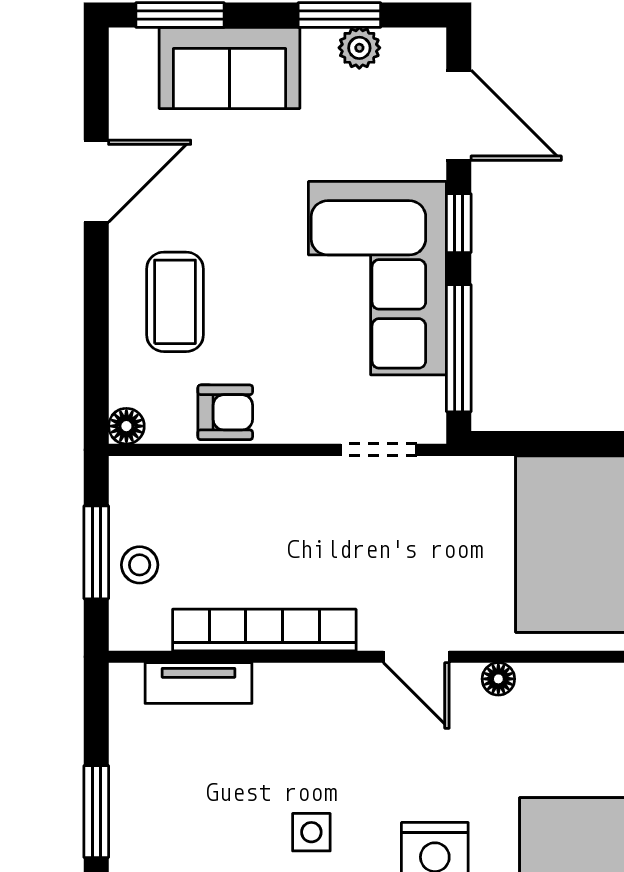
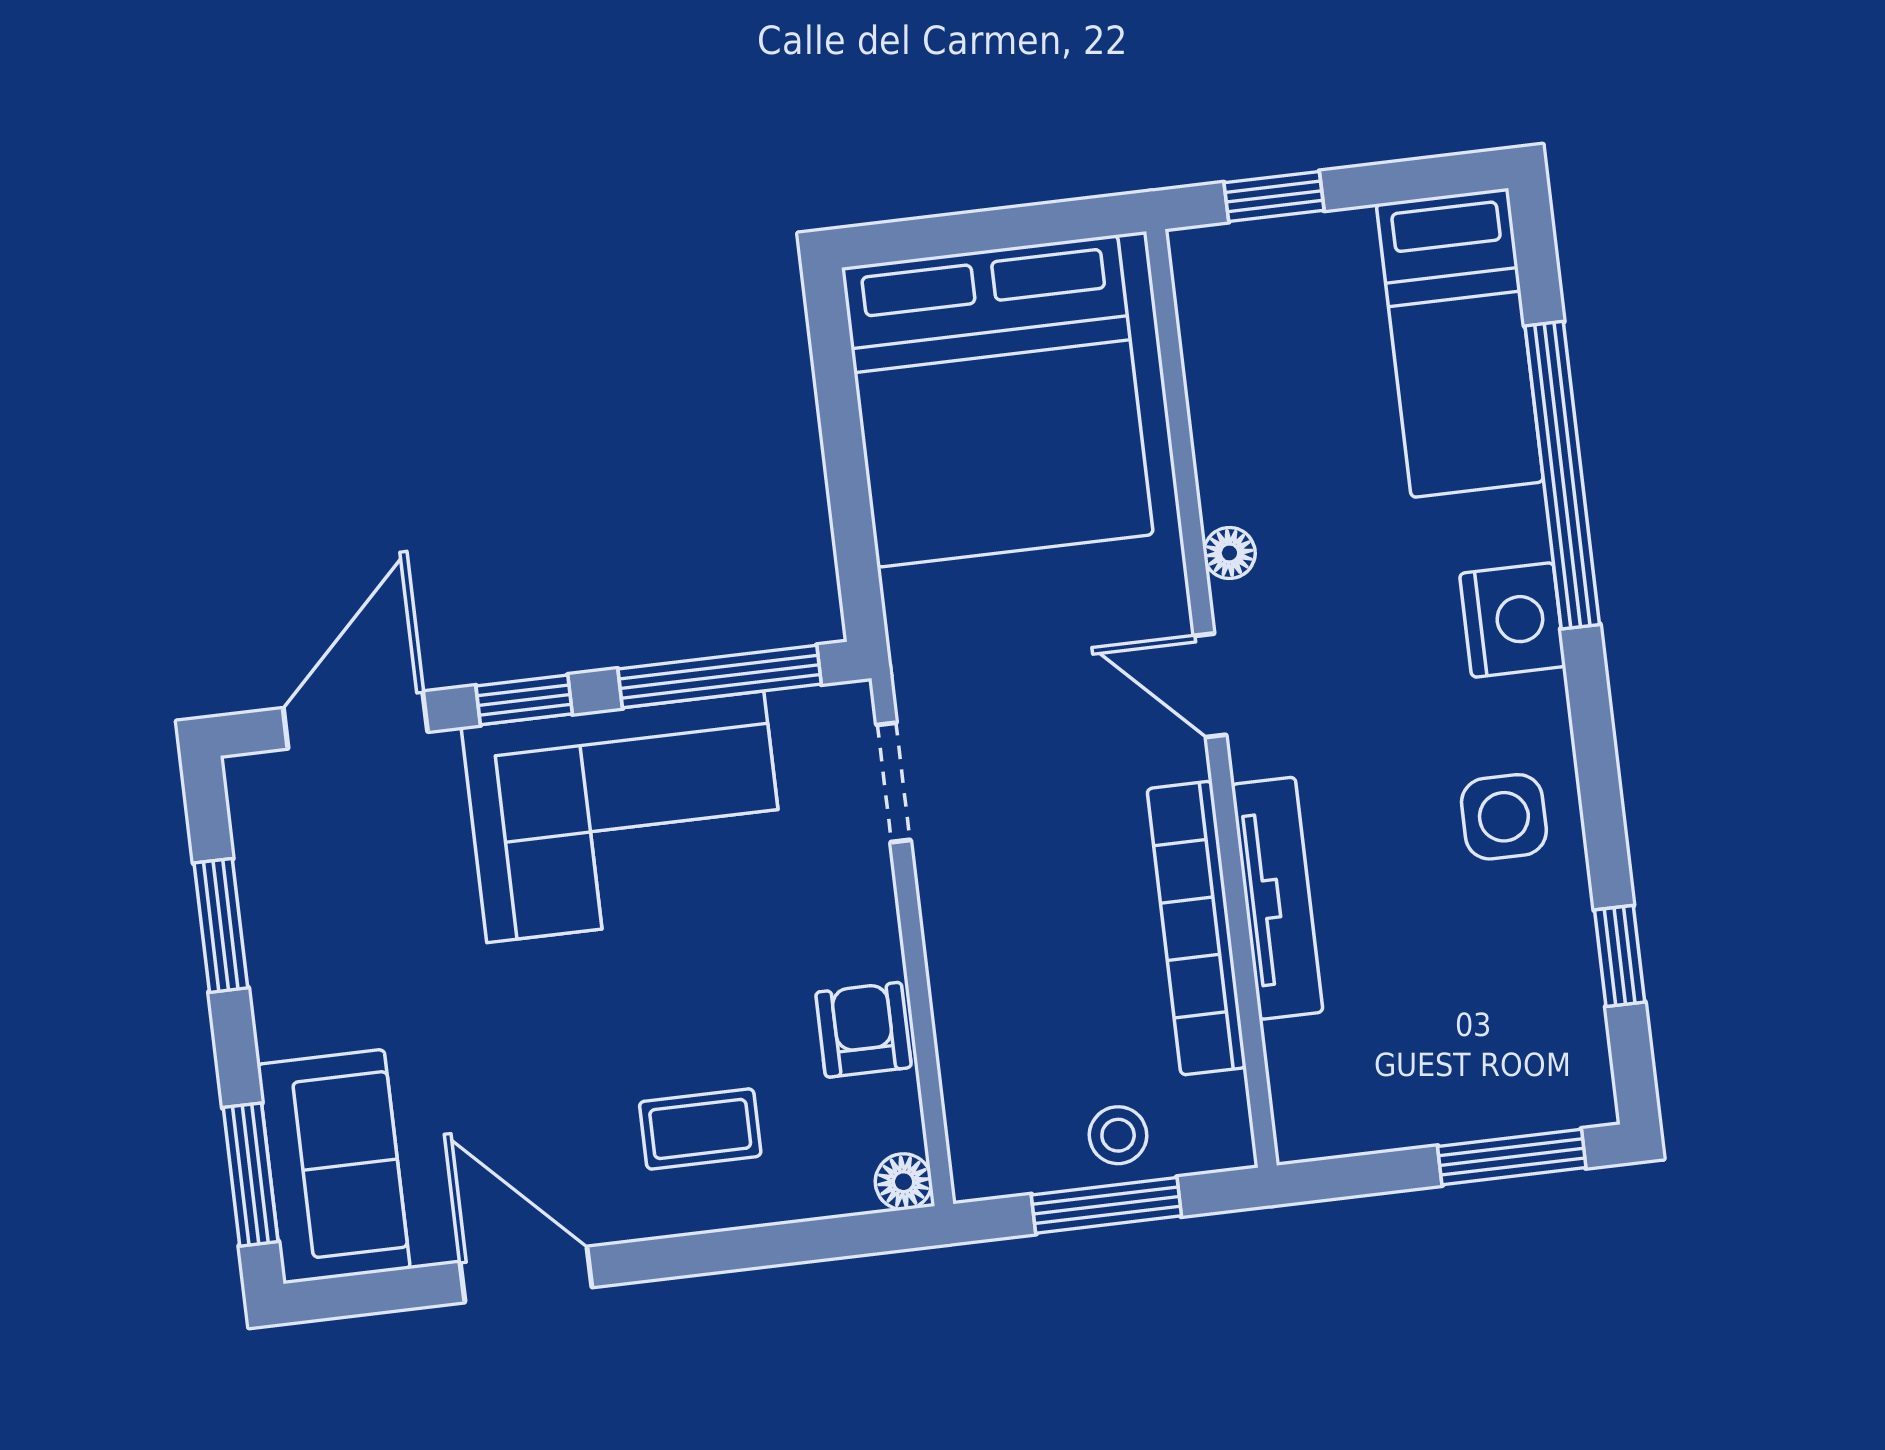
plant: (359, 48) -> (269, 888), removed
sofa: (230, 68) -> (334, 1167), moved
coffee table: (175, 302) -> (700, 1129), width x0.73, depth x0.77
door: (416, 657) -> (1210, 685), swing flipped
tv unit: (198, 683) -> (1277, 898), moved, width x1.41
side table: (311, 832) -> (1504, 817), width x1.37, depth x1.37

